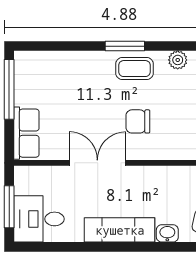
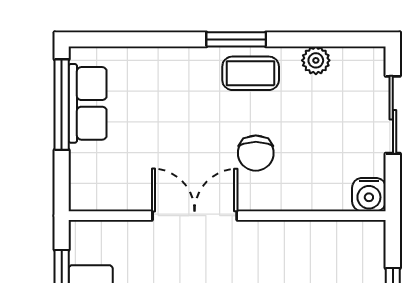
chair: (138, 121) -> (256, 153), turned -90
row of seats: (26, 133) -> (88, 103), moved

